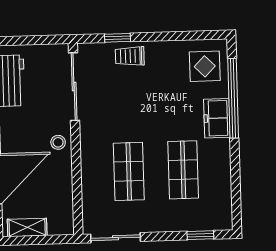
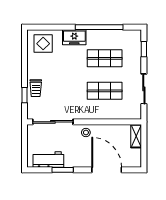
window: (233, 98) -> (99, 27), moved
shelving: (27, 227) -> (136, 136), moved
sliding door: (115, 238) -> (144, 89), moved

